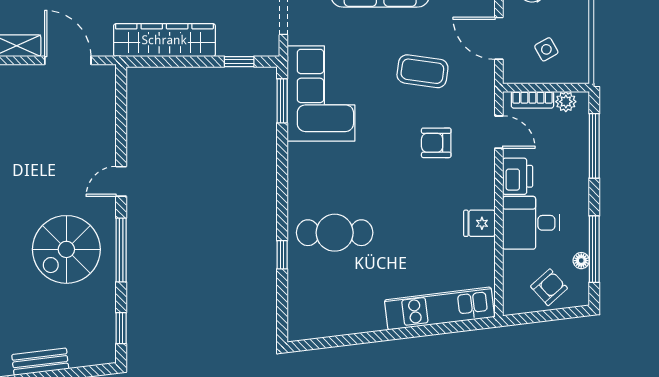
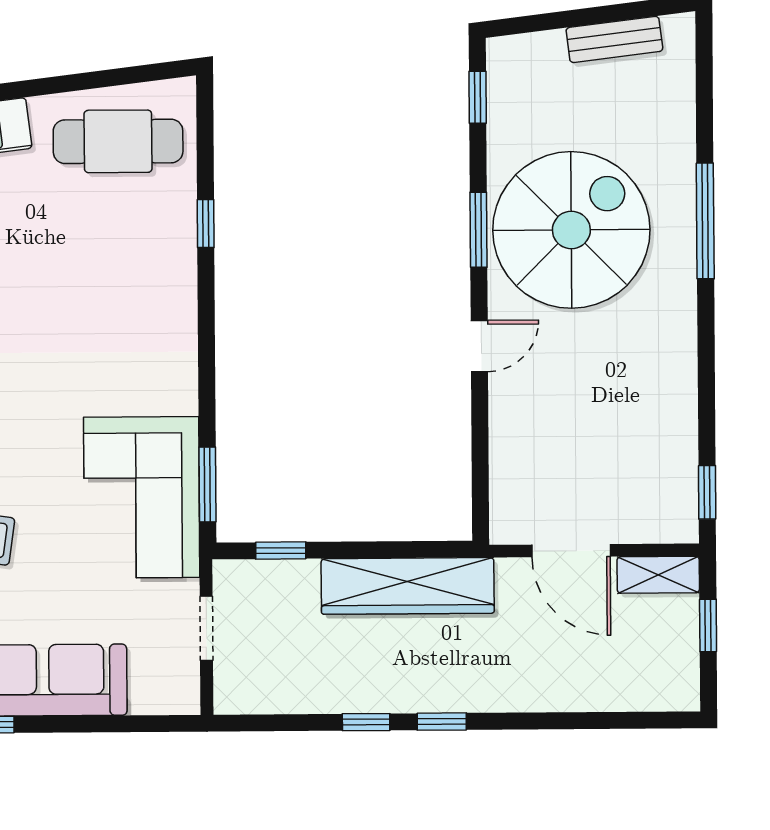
cafe table: (335, 233) -> (118, 141), moved
spiral stairs: (66, 249) -> (571, 230), width x1.37, depth x1.37
window: (121, 250) -> (479, 230), width x0.69

